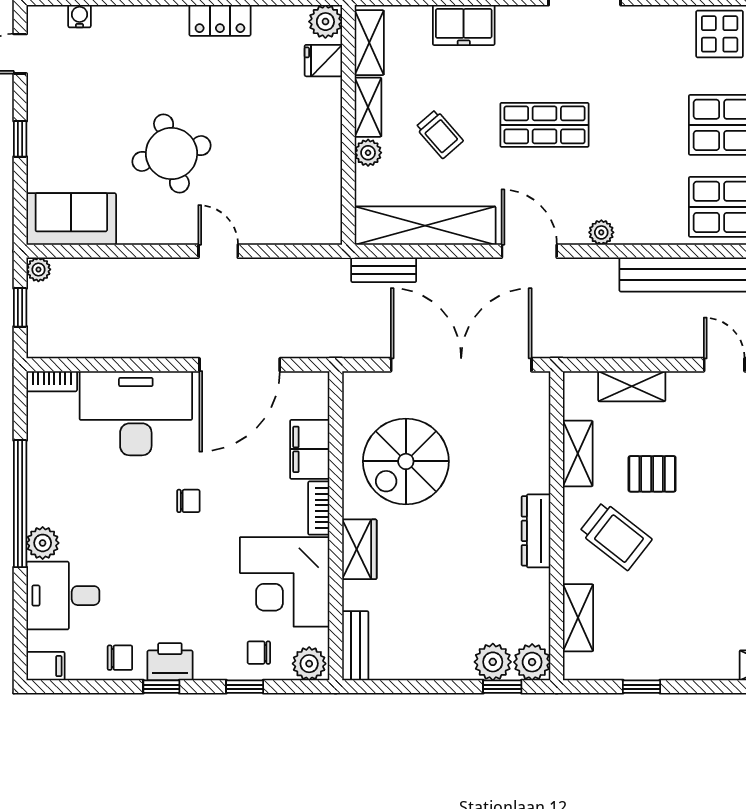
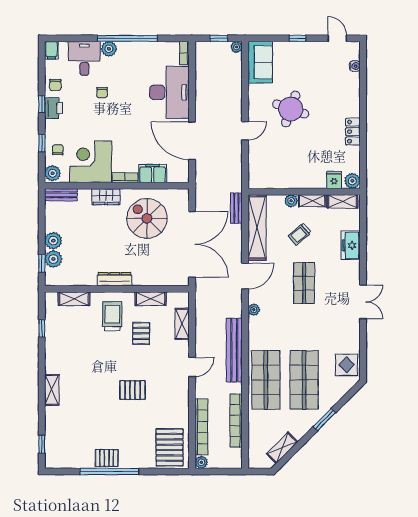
round table: (171, 154) -> (291, 109), turned 34
chair: (188, 501) -> (102, 92), moved
trolley: (615, 536) -> (112, 316), turned 142
plant: (532, 662) -> (53, 241), moved

